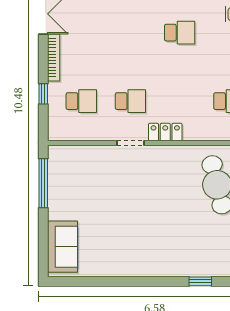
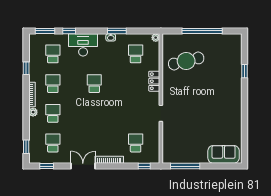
window: (43, 94) -> (144, 166), moved
school desk: (130, 101) -> (136, 113), removed
locker: (165, 132) -> (154, 81), moved

